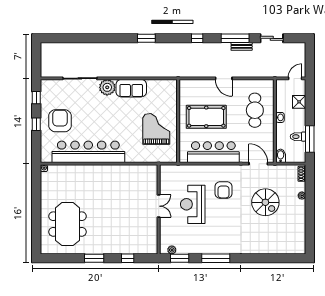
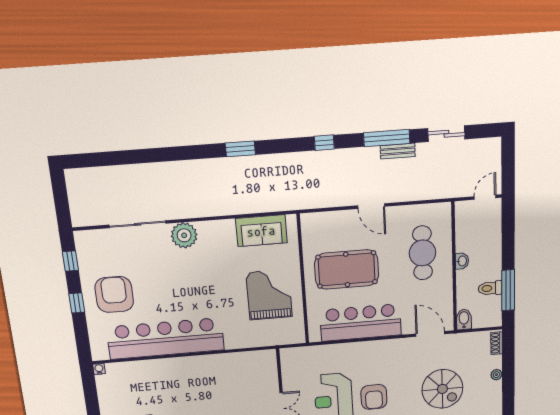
sofa: (131, 88) -> (261, 231), moved
shower: (299, 102) -> (491, 234), removed
armchair: (224, 190) -> (374, 397), moved

